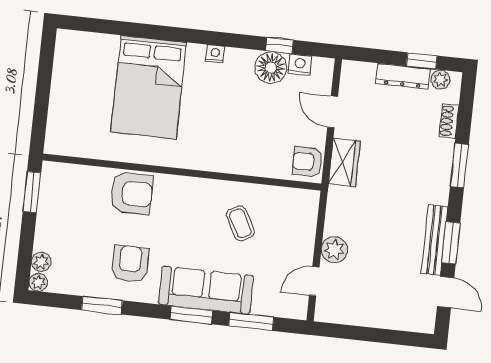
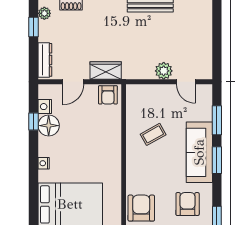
dresser: (403, 76) -> (45, 60), moved
armchair: (130, 264) -> (188, 204), turned 90

